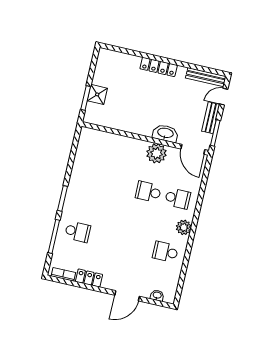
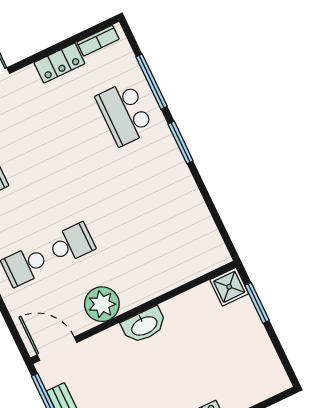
shower: (97, 94) -> (229, 287), moved
washbasin: (165, 133) -> (144, 325), moved
school desk: (78, 232) -> (125, 113), width x1.85

